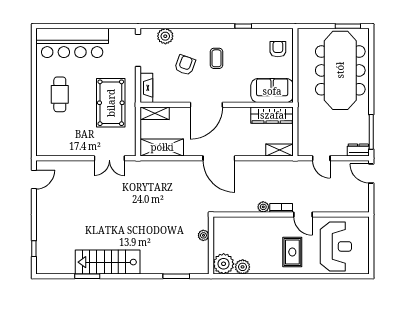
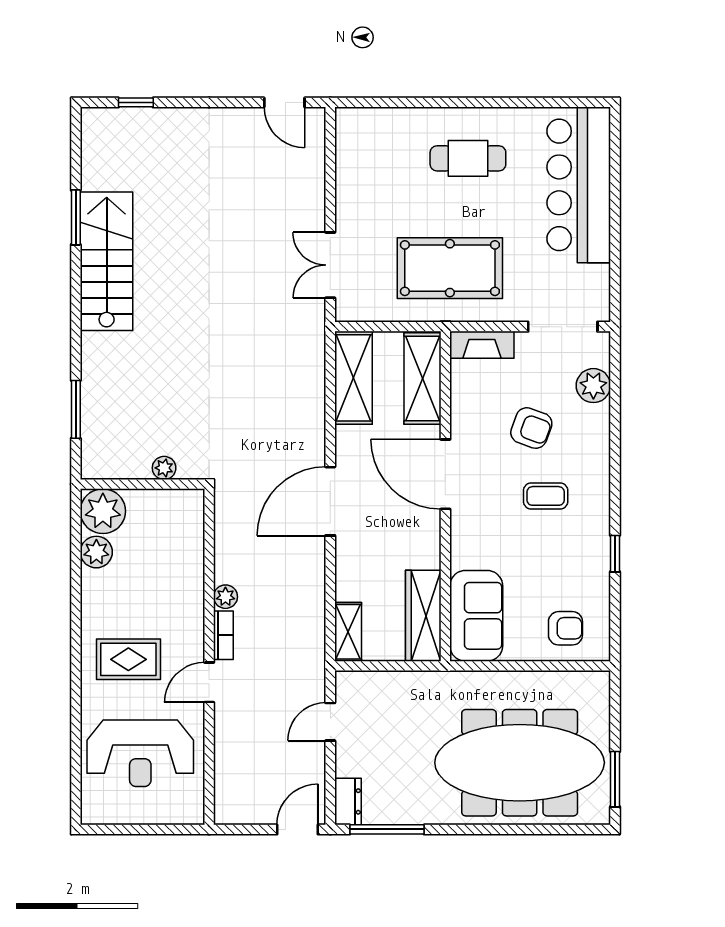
shelving: (155, 113) -> (423, 378), width x1.50, depth x1.33

